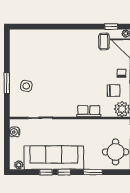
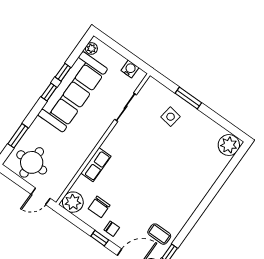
plant: (18, 37) -> (229, 145), added
window: (93, 172) -> (18, 136), moved

